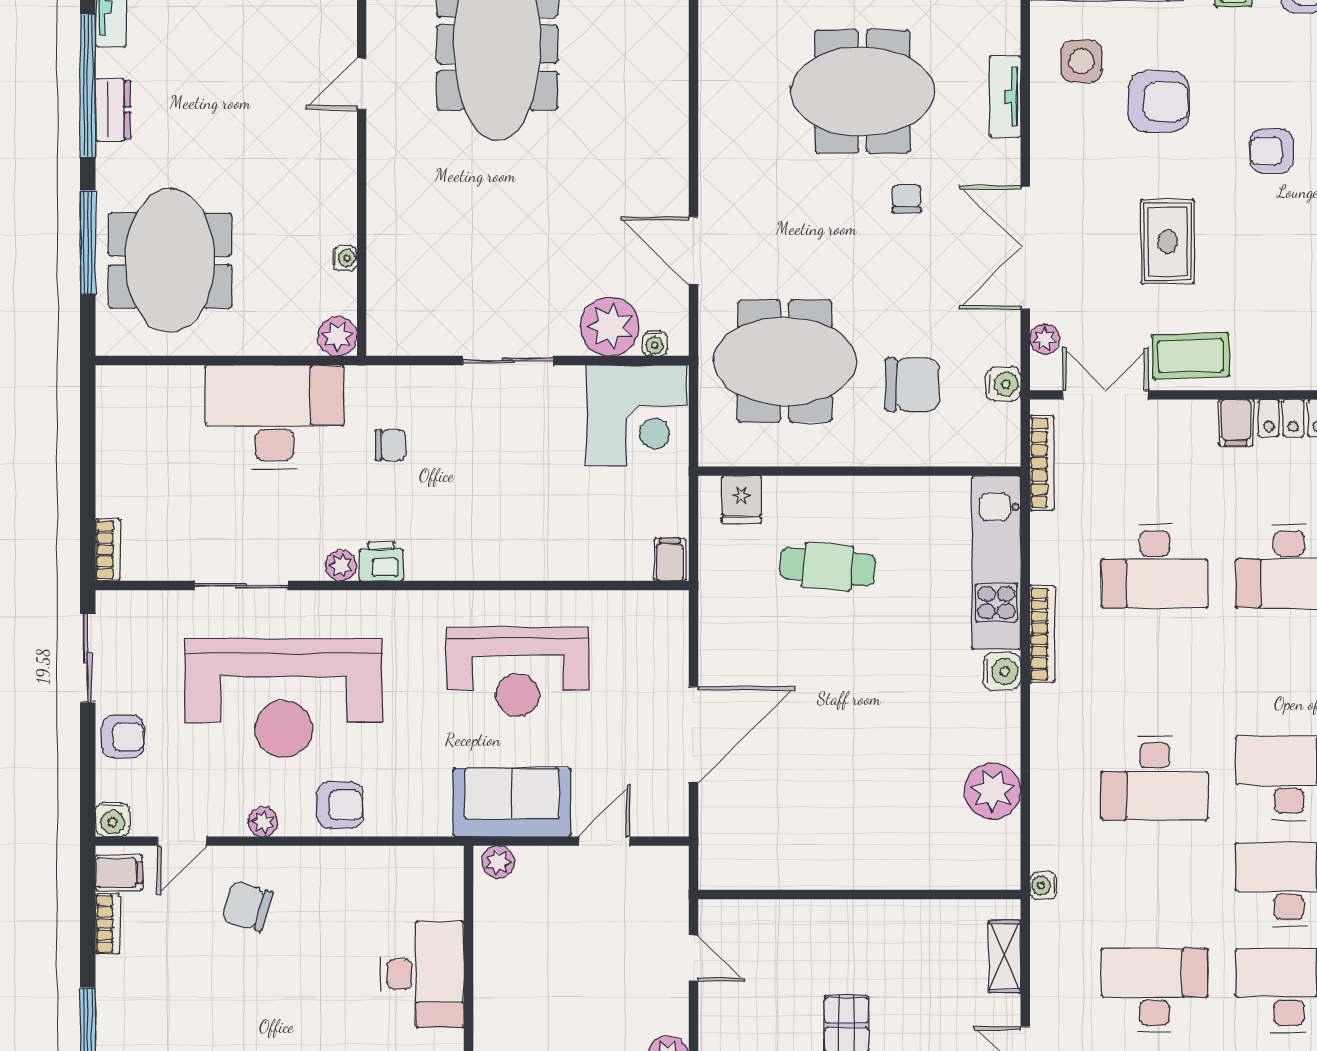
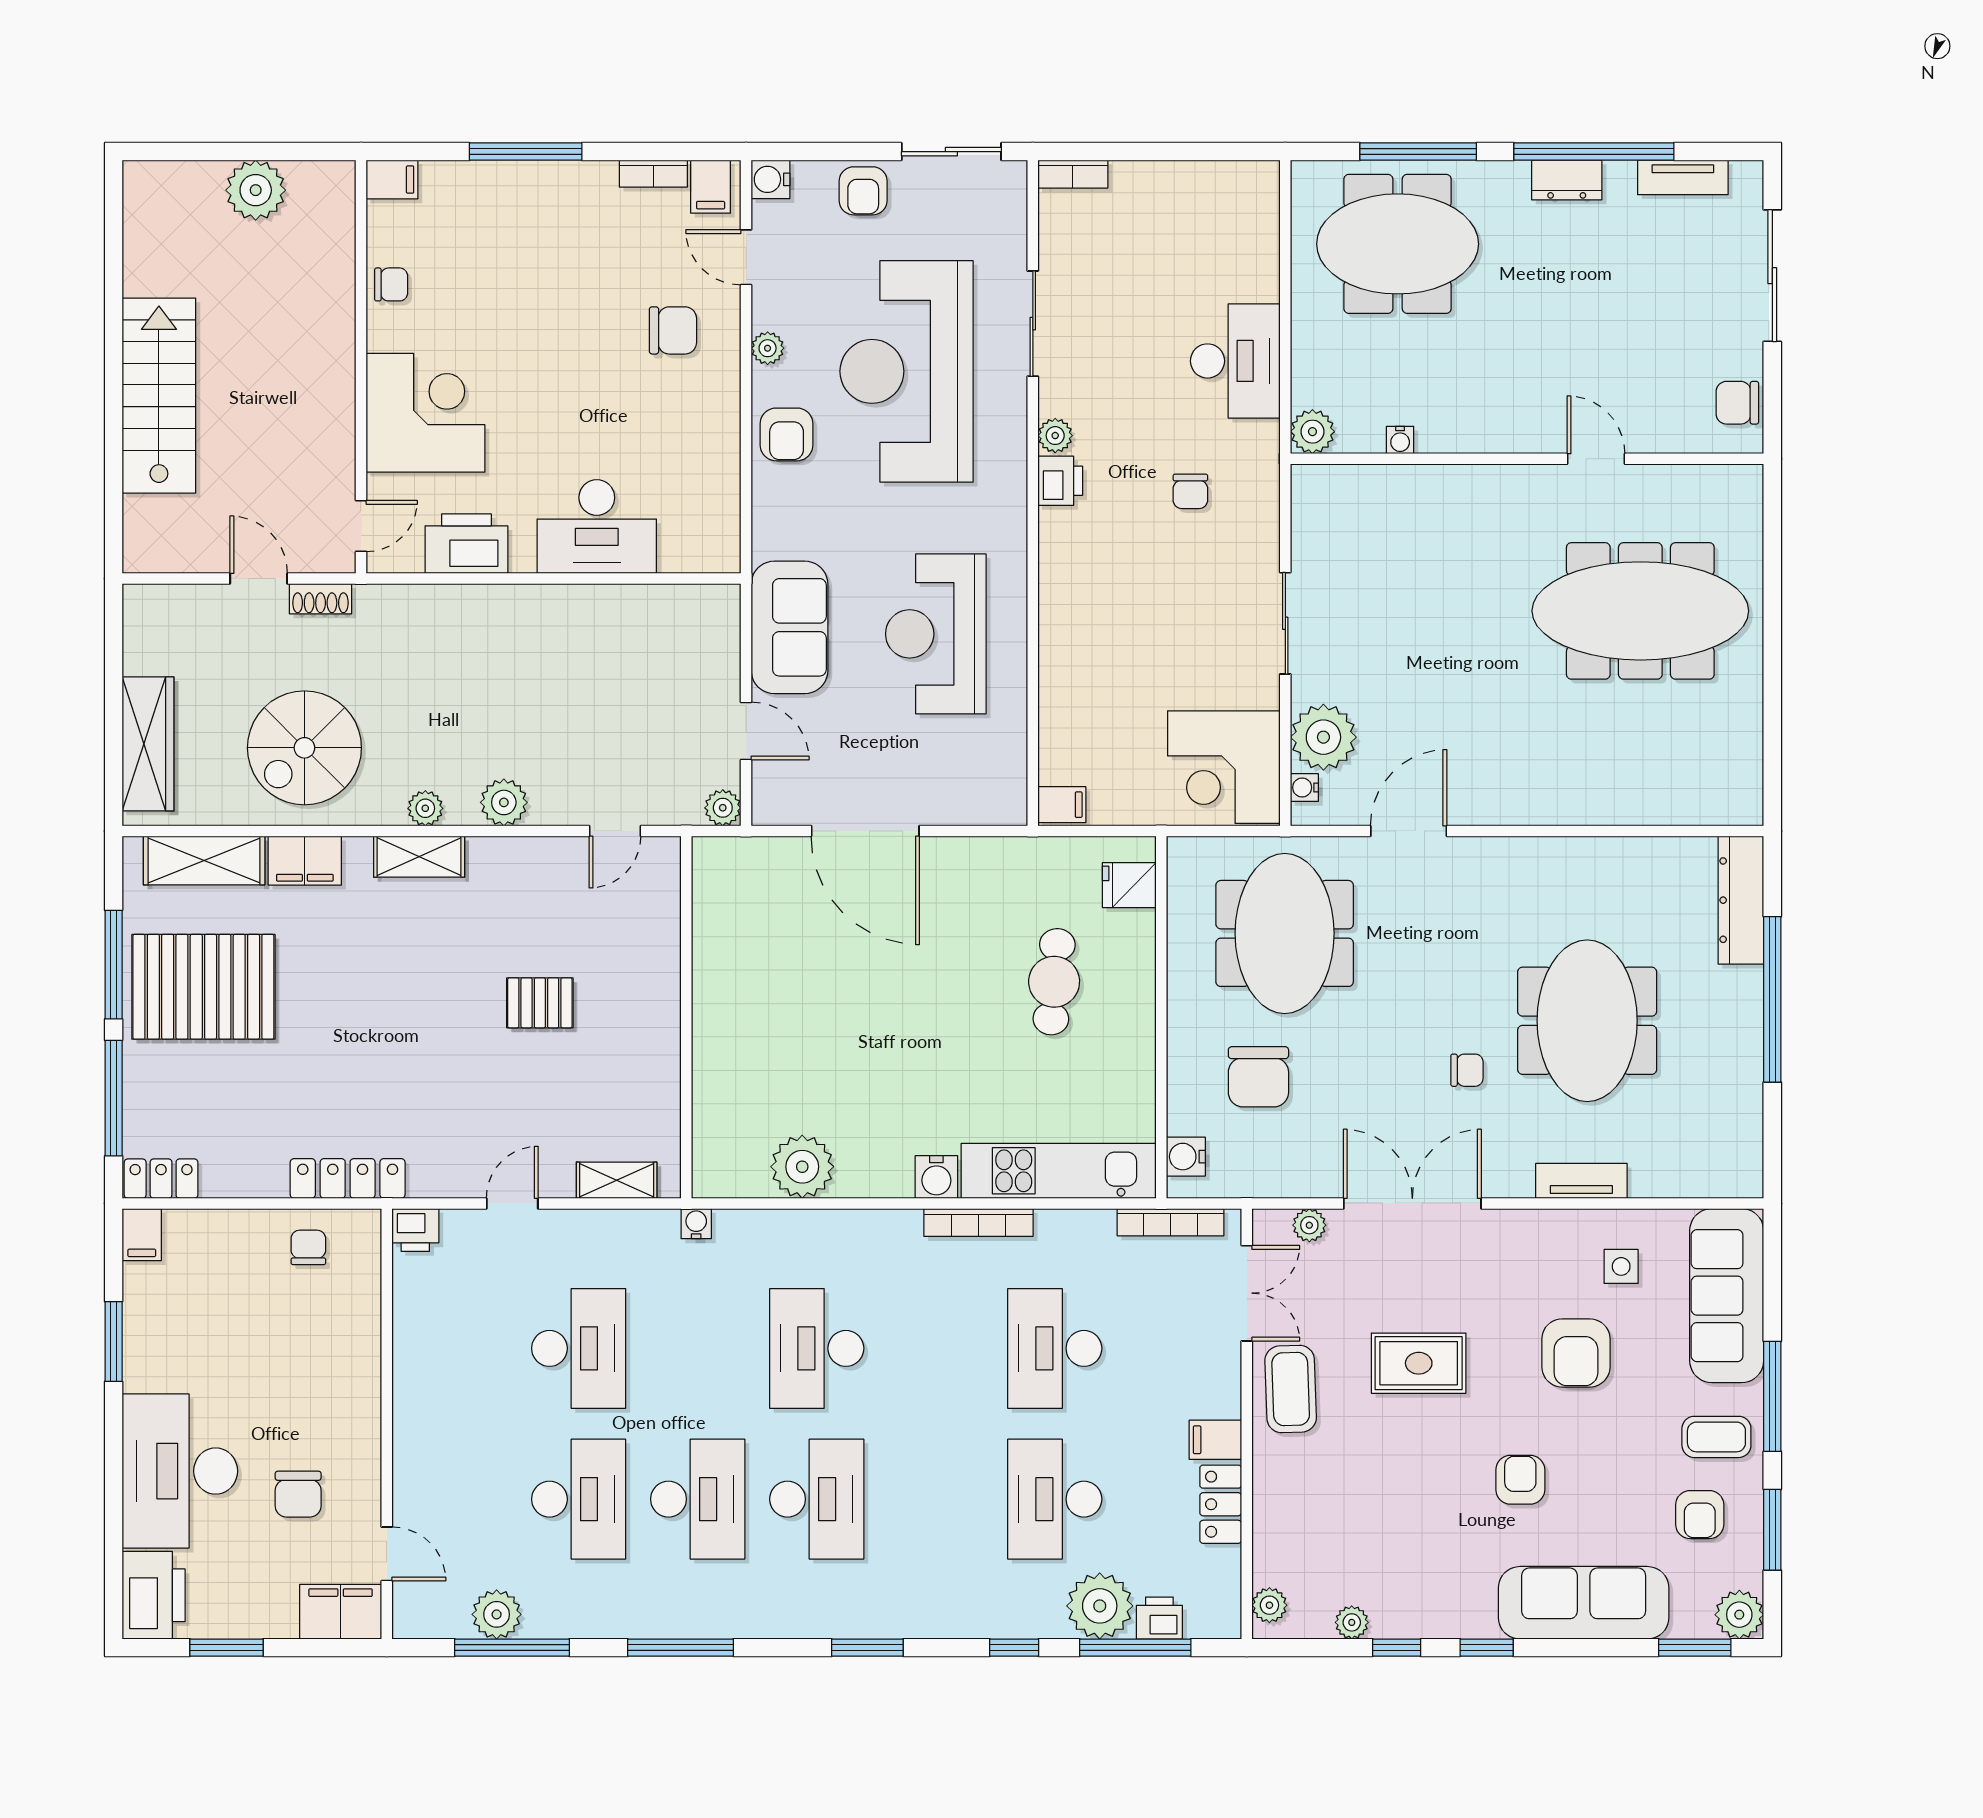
side table: (1081, 61) -> (1621, 1266), width x0.73, depth x0.73
water cooler: (1003, 384) -> (1186, 1157), moved, turned 90
desk: (274, 417) -> (1235, 361), width x0.73, depth x0.77
plant: (498, 862) -> (723, 808), moved
chair: (247, 906) -> (673, 330), turned 74

